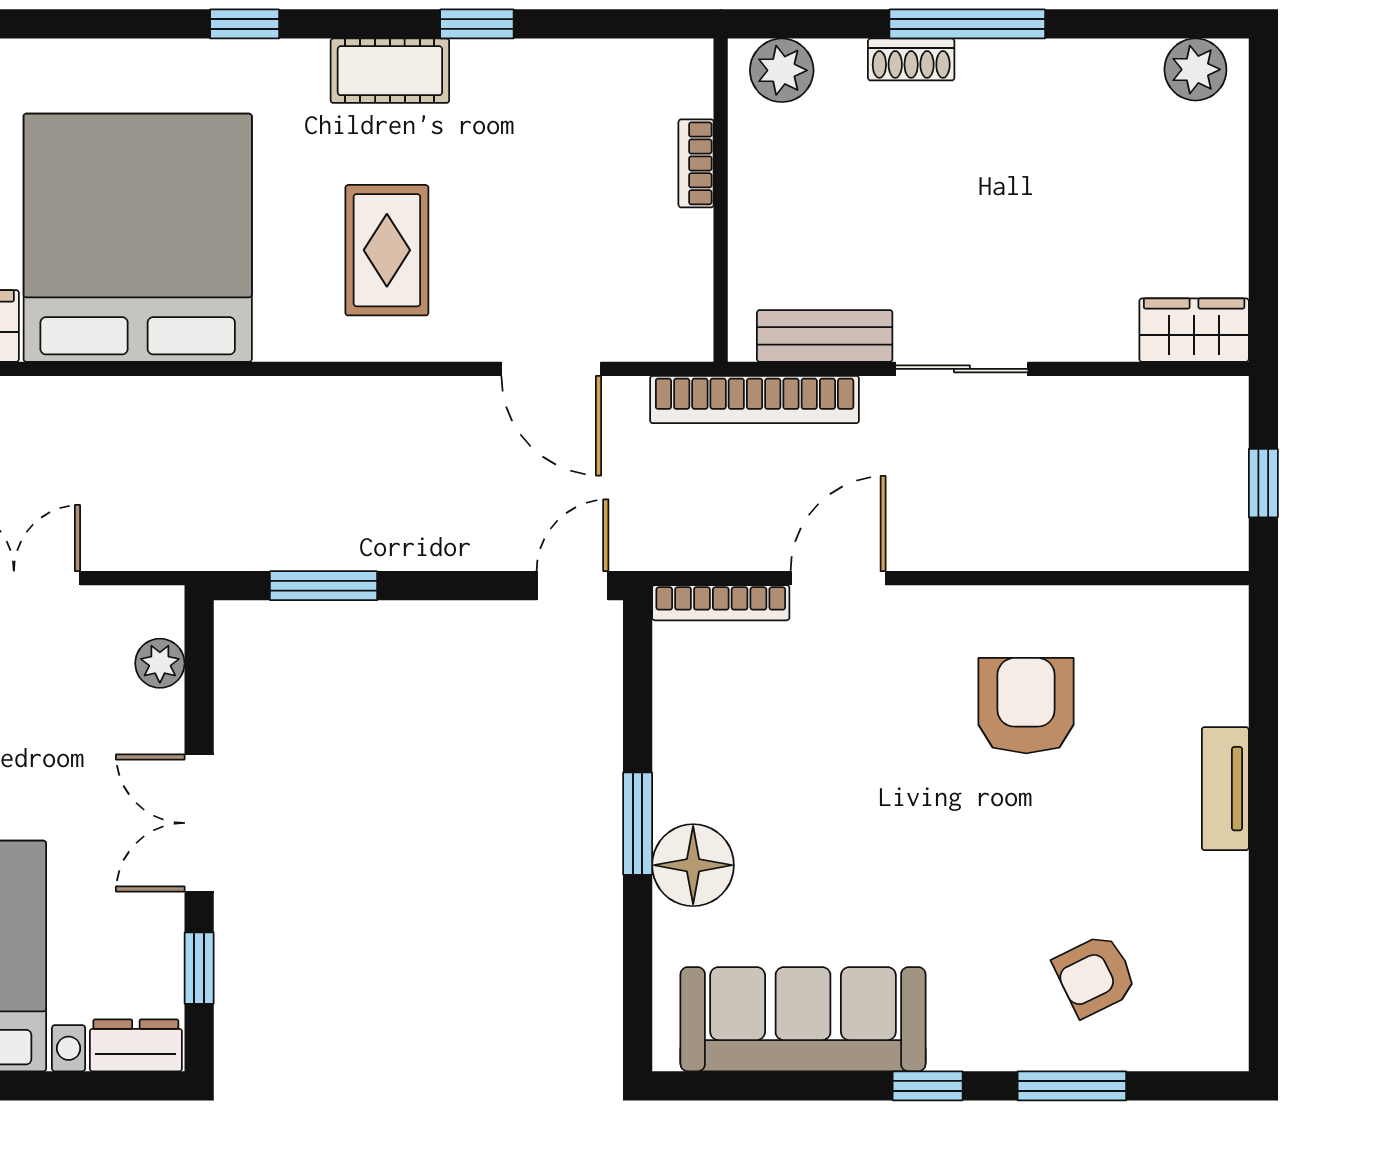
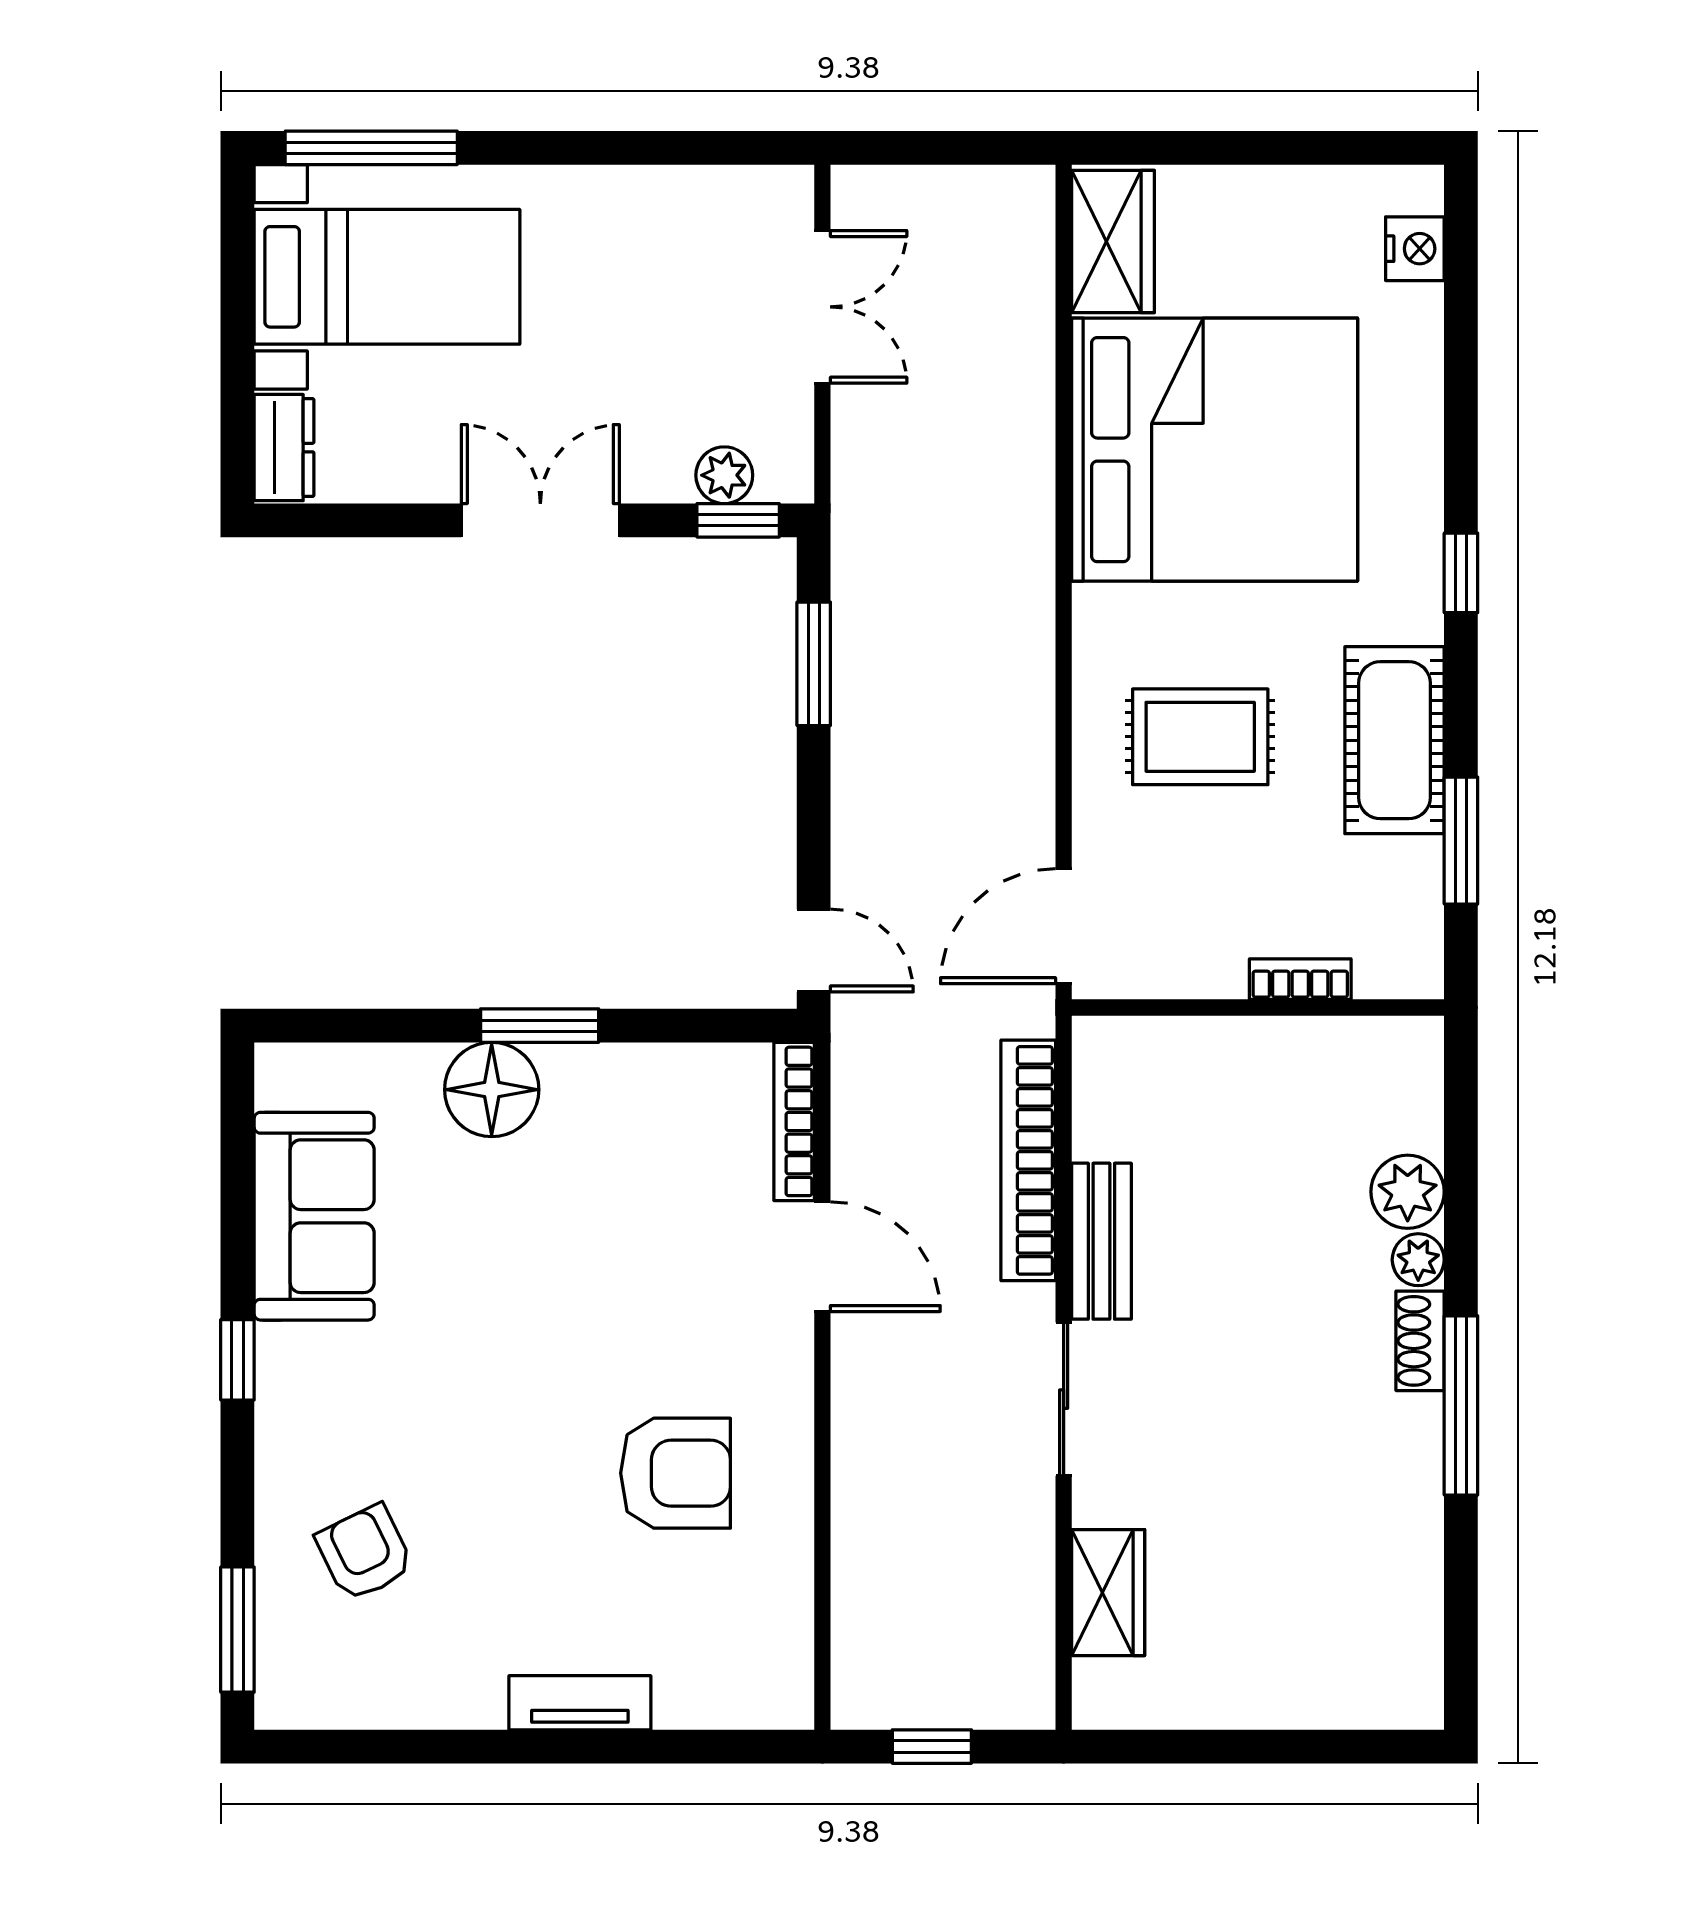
window: (477, 24) -> (1461, 841), width x1.50
plant: (1195, 69) -> (1418, 1260), moved, width x0.73, depth x0.73
cot: (390, 71) -> (1394, 740), width x1.37, depth x1.34
bookcase: (696, 163) -> (1300, 979), moved
wall: (721, 200) -> (1258, 1007), moved
wardrobe: (1194, 330) -> (1108, 1593), moved
window: (199, 968) -> (738, 520), moved
sofa: (803, 1019) -> (314, 1216), width x0.73
window: (1072, 1086) -> (237, 1630), moved

